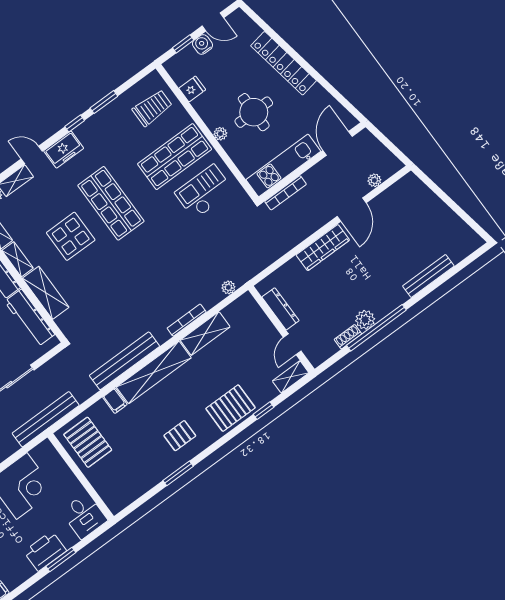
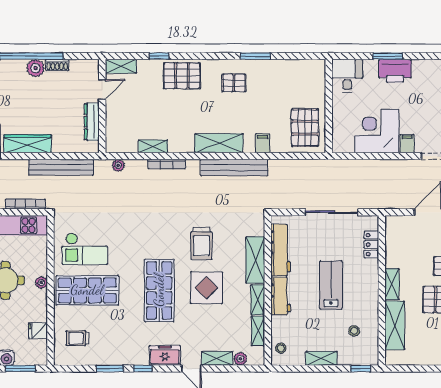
window: (183, 44) -> (20, 369), width x1.50
trolley: (152, 108) -> (77, 338), width x0.73, depth x0.72
trolley: (104, 272) -> (201, 243), added
shelving: (205, 334) -> (153, 146), width x0.67, depth x0.75
shelving: (154, 372) -> (219, 143), width x0.68
bench: (46, 419) -> (61, 167), moved

